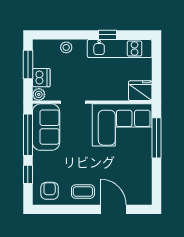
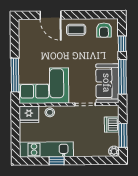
stool: (66, 47) -> (50, 112), moved
plant: (39, 94) -> (114, 151), moved

